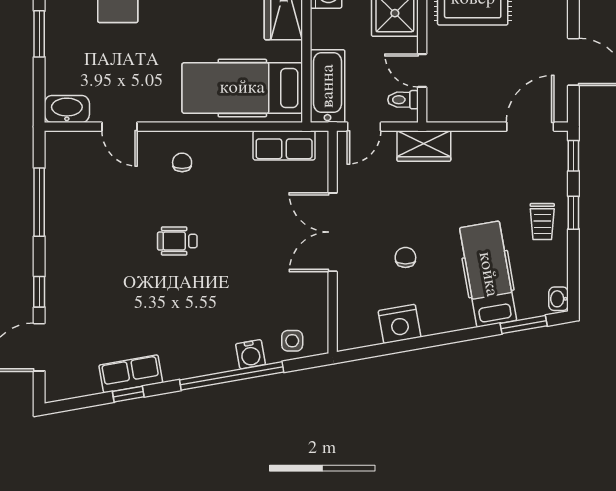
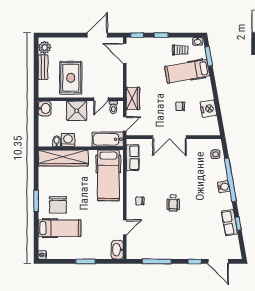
door: (364, 127) -> (125, 124), hinge flipped
trolley: (542, 222) -> (180, 50), moved
water cooler: (250, 354) -> (224, 187), moved

